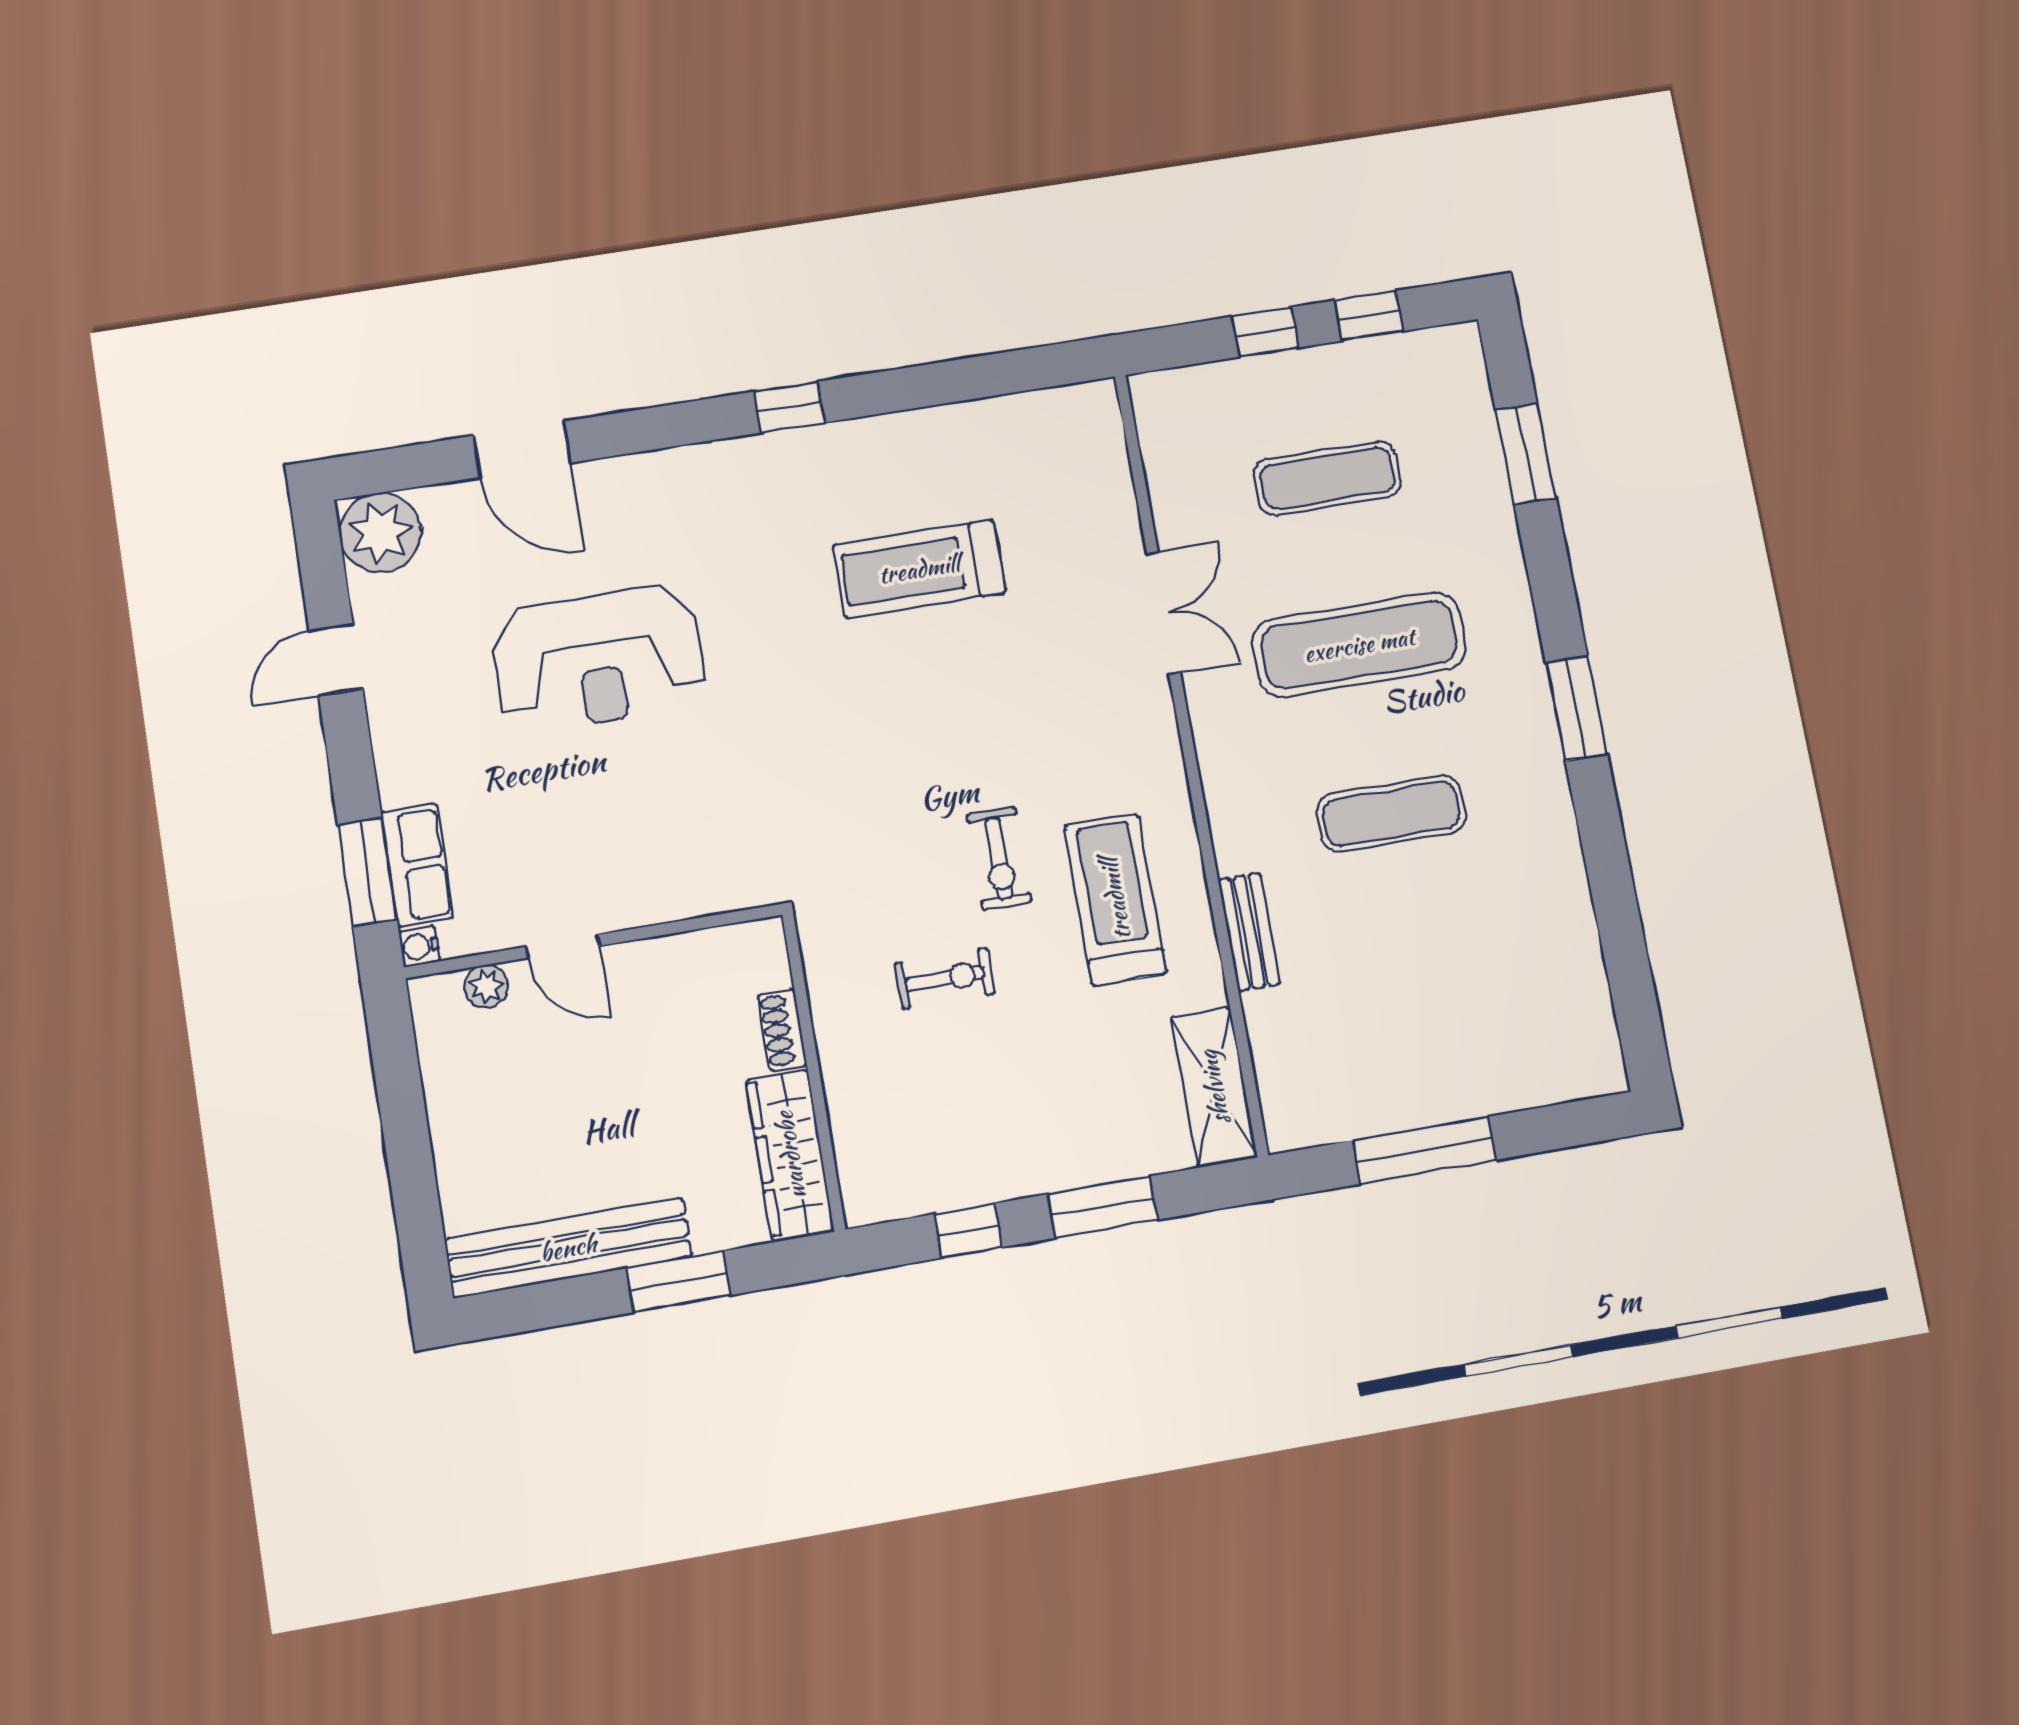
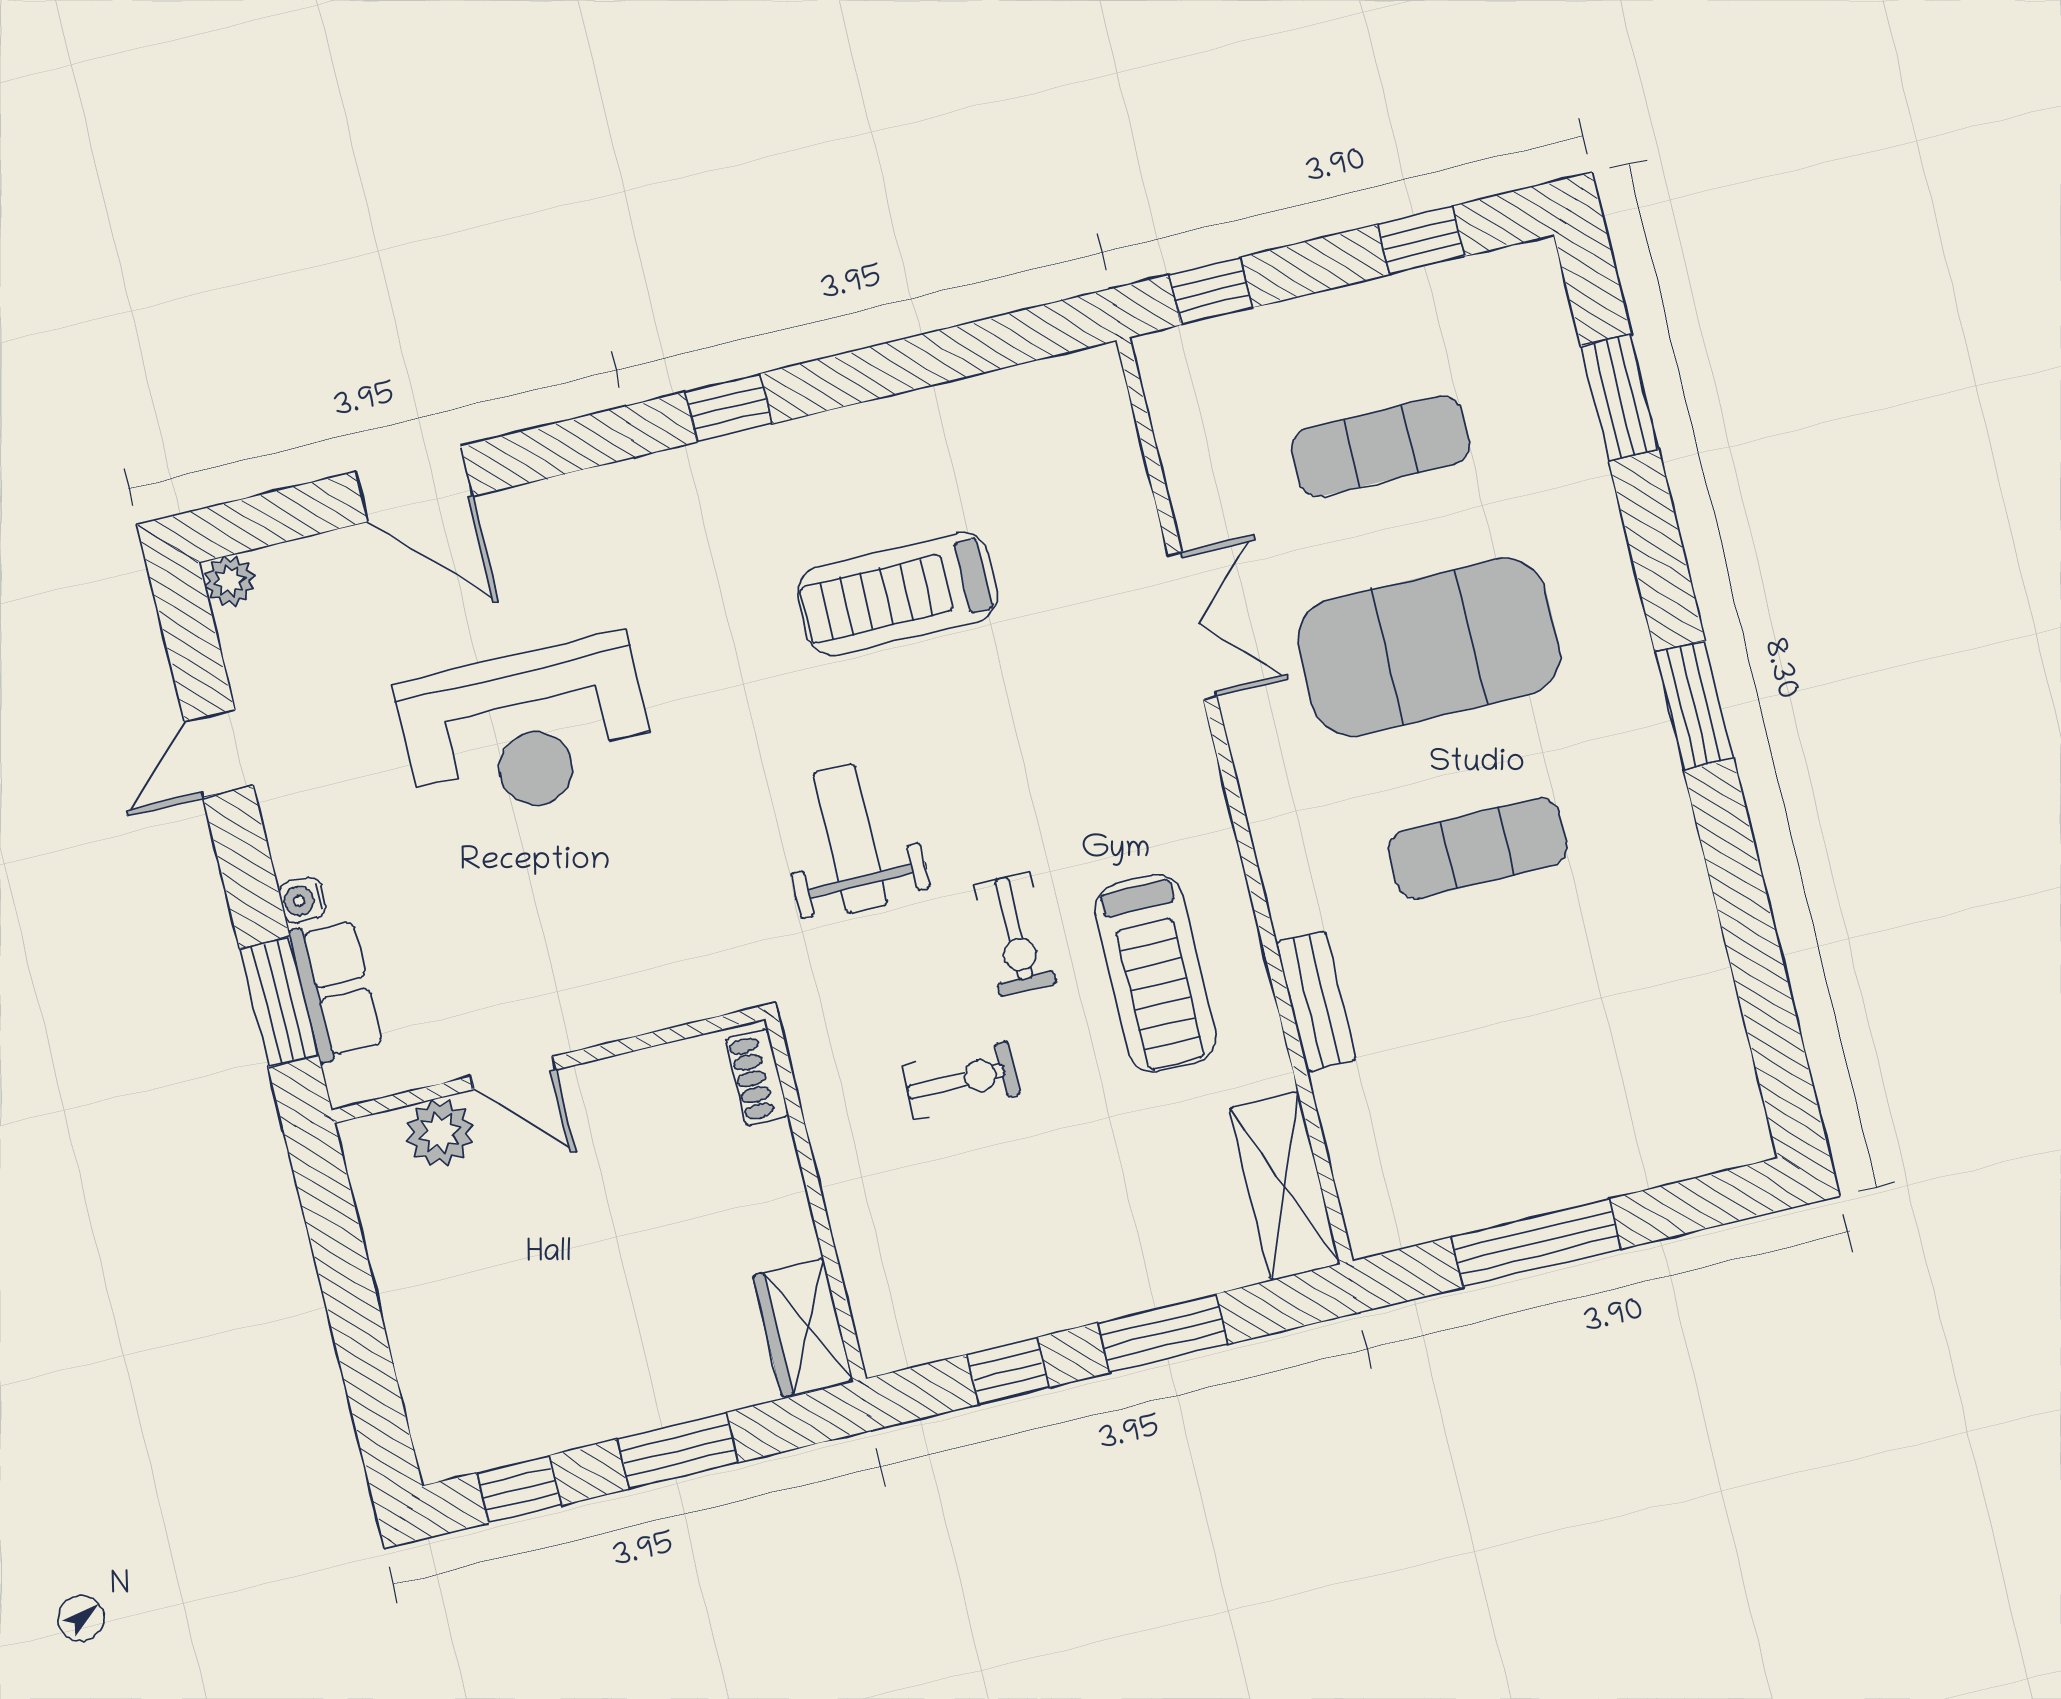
window: (1265, 332) -> (1211, 291), moved
plant: (380, 533) -> (230, 581), width x0.53, depth x0.53
exercise mat: (1359, 645) -> (1429, 647), width x1.47
weight bench: (865, 768) -> (850, 838), added
treadmill: (1115, 899) -> (1155, 973), turned 180
water cooler: (419, 946) -> (302, 900), moved
plant: (486, 986) -> (440, 1133), width x1.38, depth x1.38
shoe rack: (782, 1030) -> (757, 1077), moved
wardrobe: (790, 1155) -> (803, 1328), width x0.67
bench: (568, 1248) -> (549, 1420), removed
window: (537, 1307) -> (519, 1489), added

